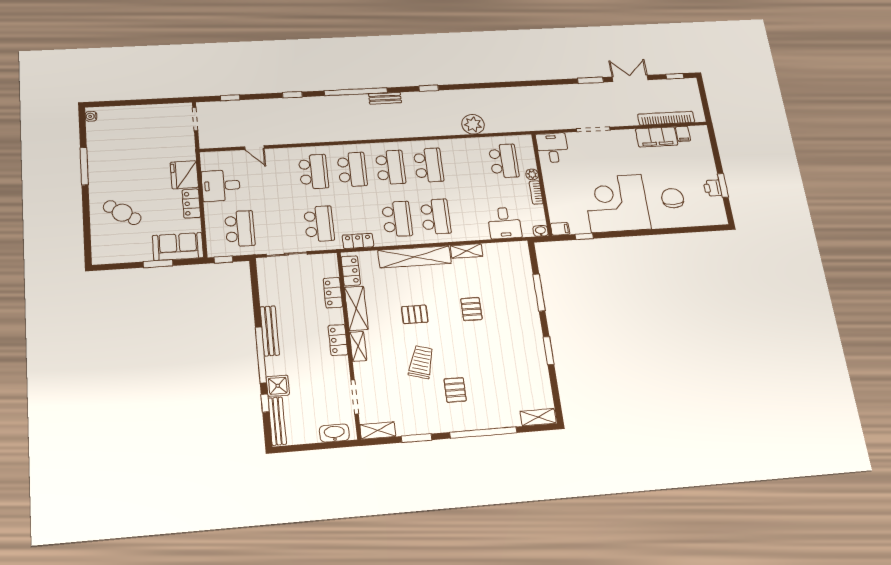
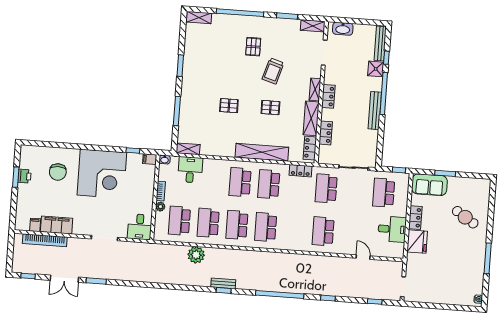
bench: (385, 98) -> (223, 283), moved
school desk: (352, 169) -> (208, 223), moved
shelving: (466, 251) -> (188, 149), moved
pallet: (471, 309) -> (229, 106), turned 90

